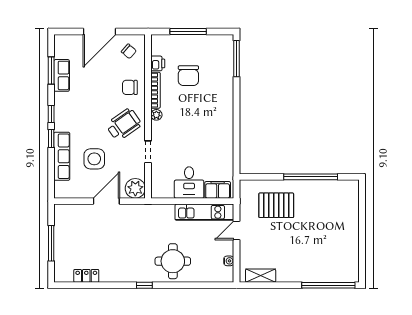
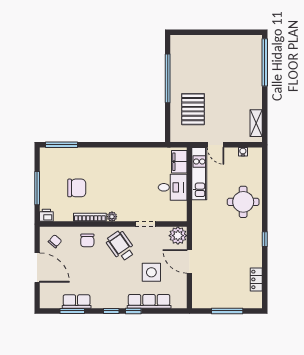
printer: (158, 63) -> (46, 215), moved
window: (144, 285) -> (265, 239), moved

